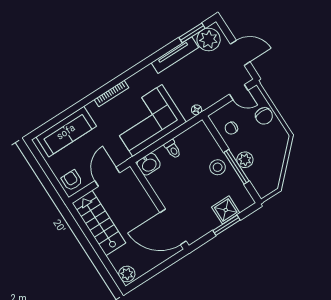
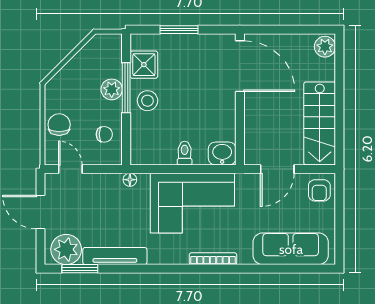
shower: (226, 210) -> (144, 65), moved

